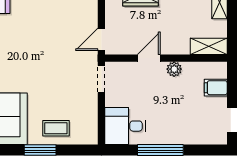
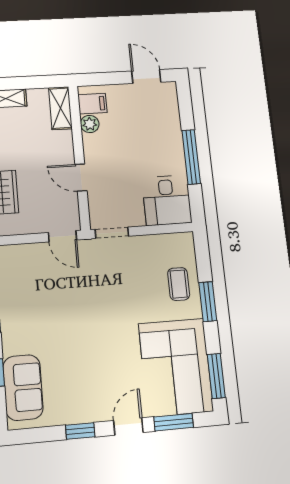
plant: (174, 69) -> (90, 124), moved
filing cabinet: (216, 88) -> (92, 104), moved, turned -90

